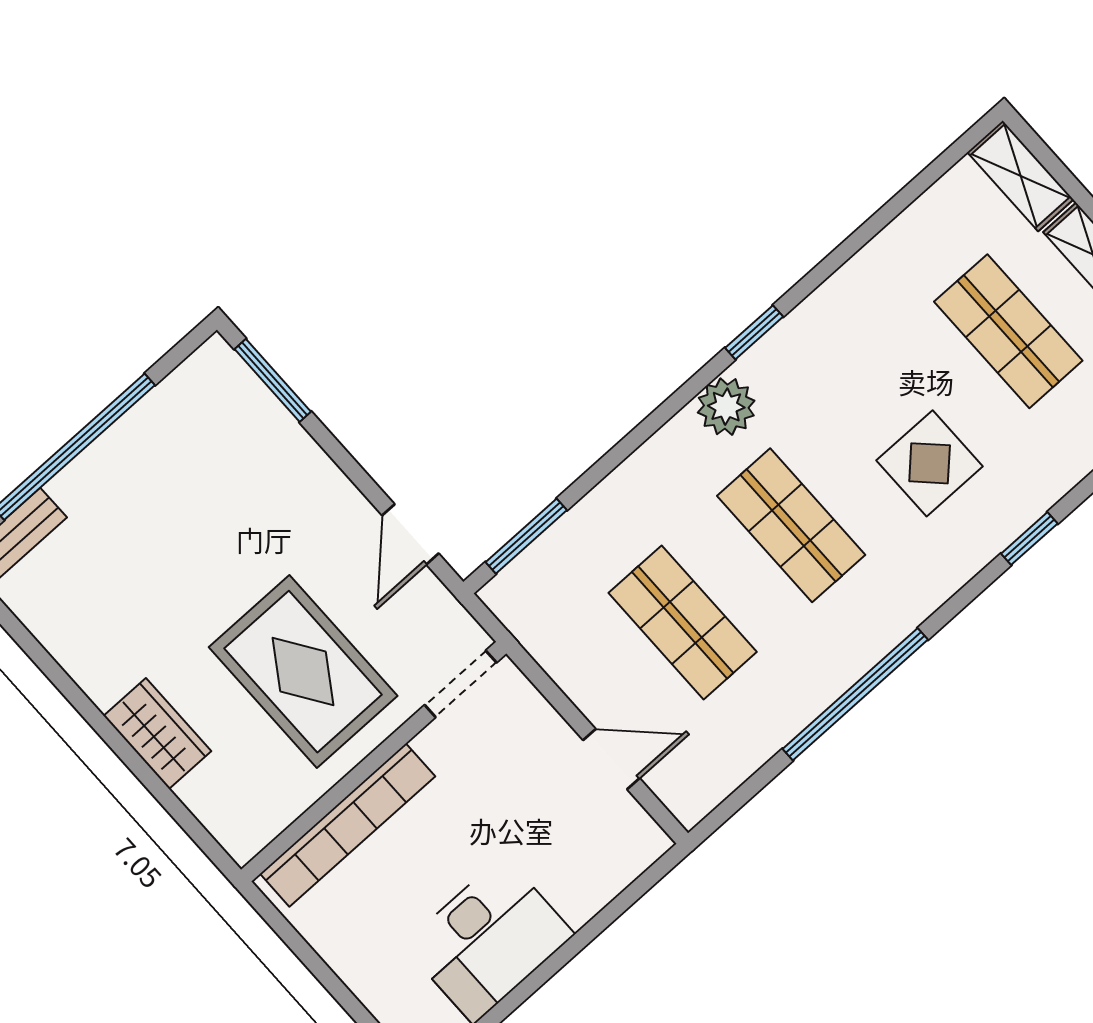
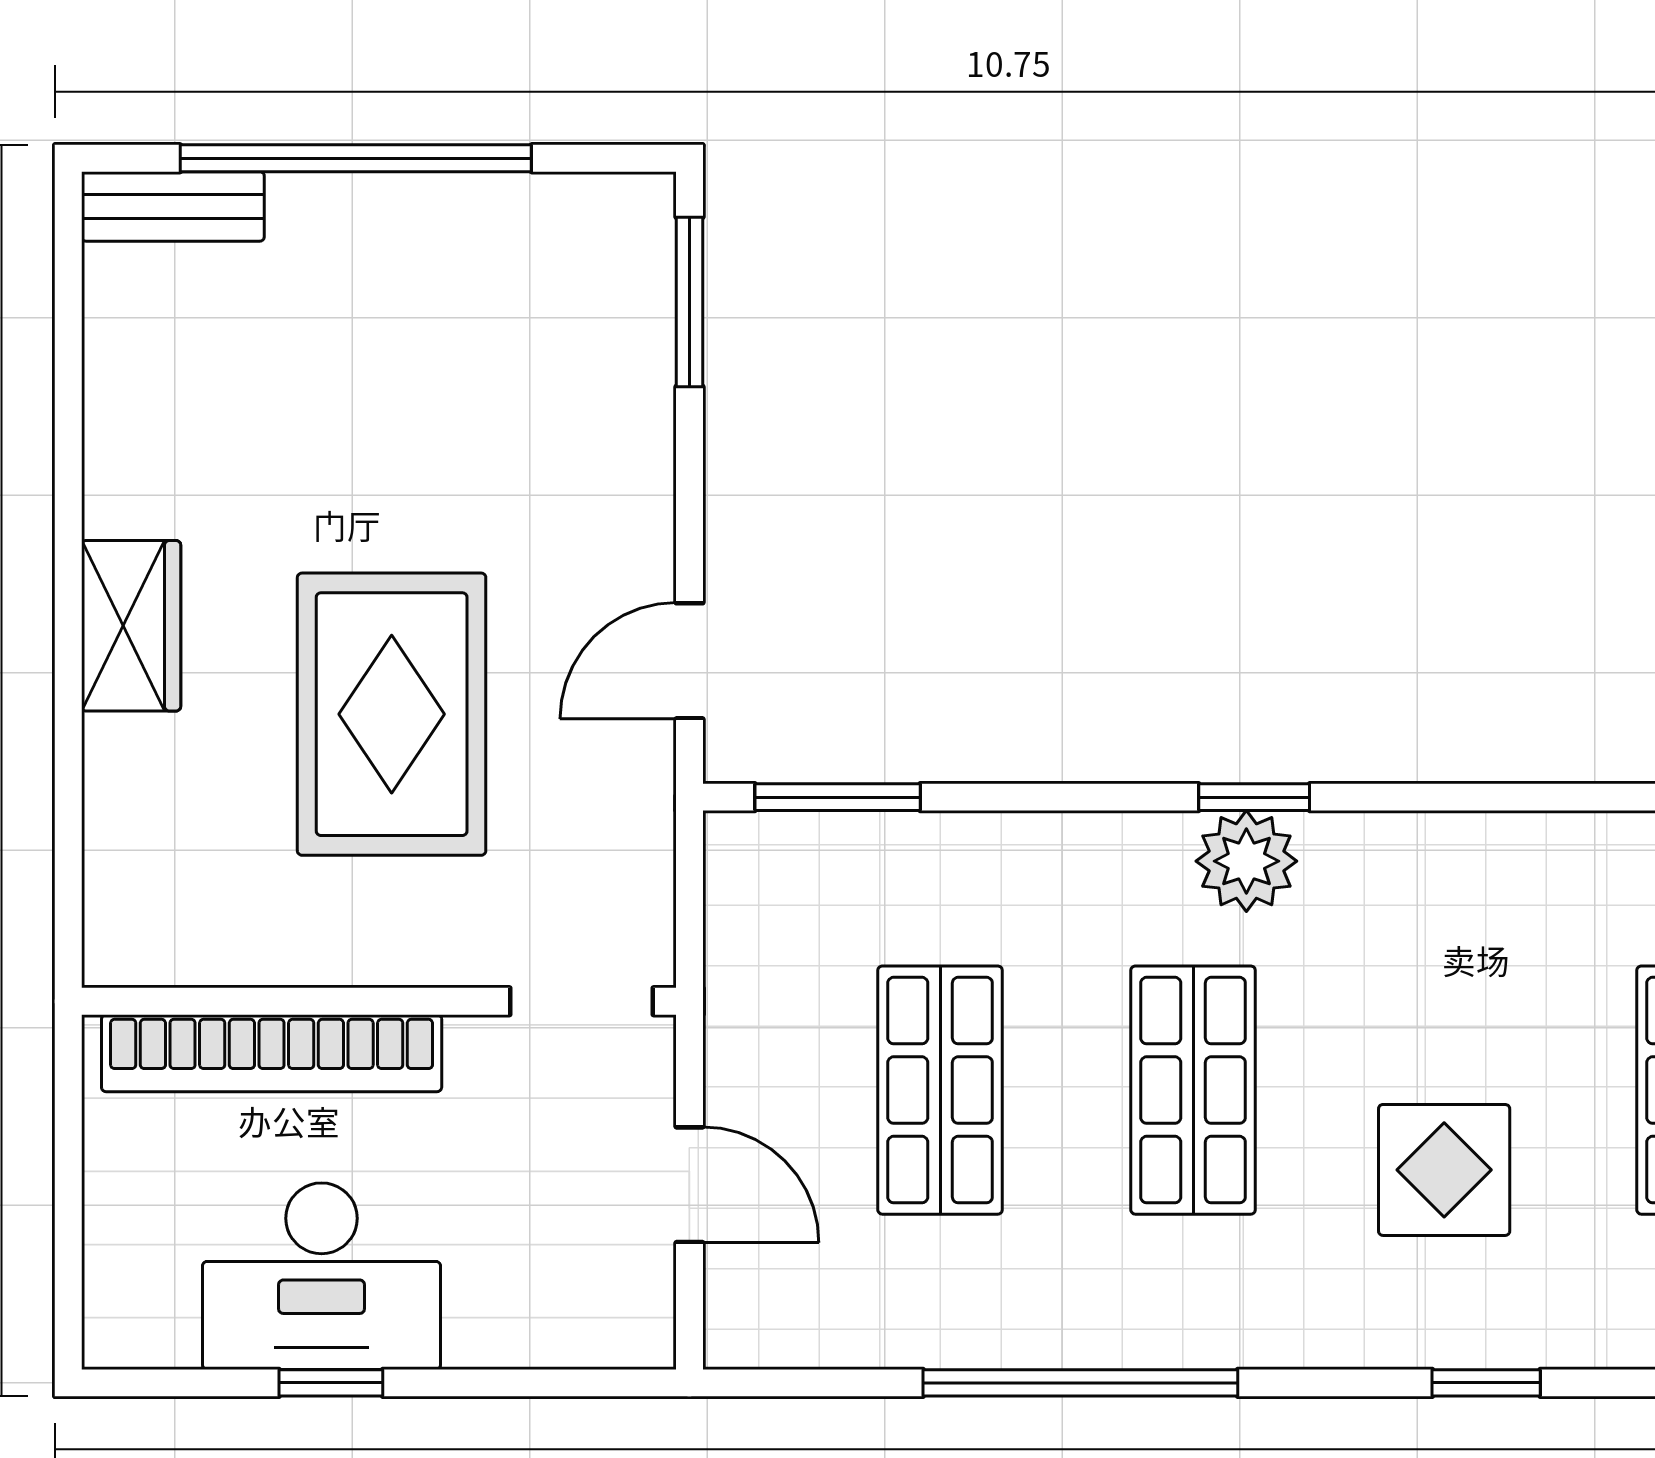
window: (754, 332) -> (1254, 797), moved
doorway: (461, 684) -> (582, 1001), moved
wall: (374, 762) -> (379, 1001), moved
bookcase: (348, 825) -> (272, 1053), moved
window: (534, 982) -> (331, 1383), added

